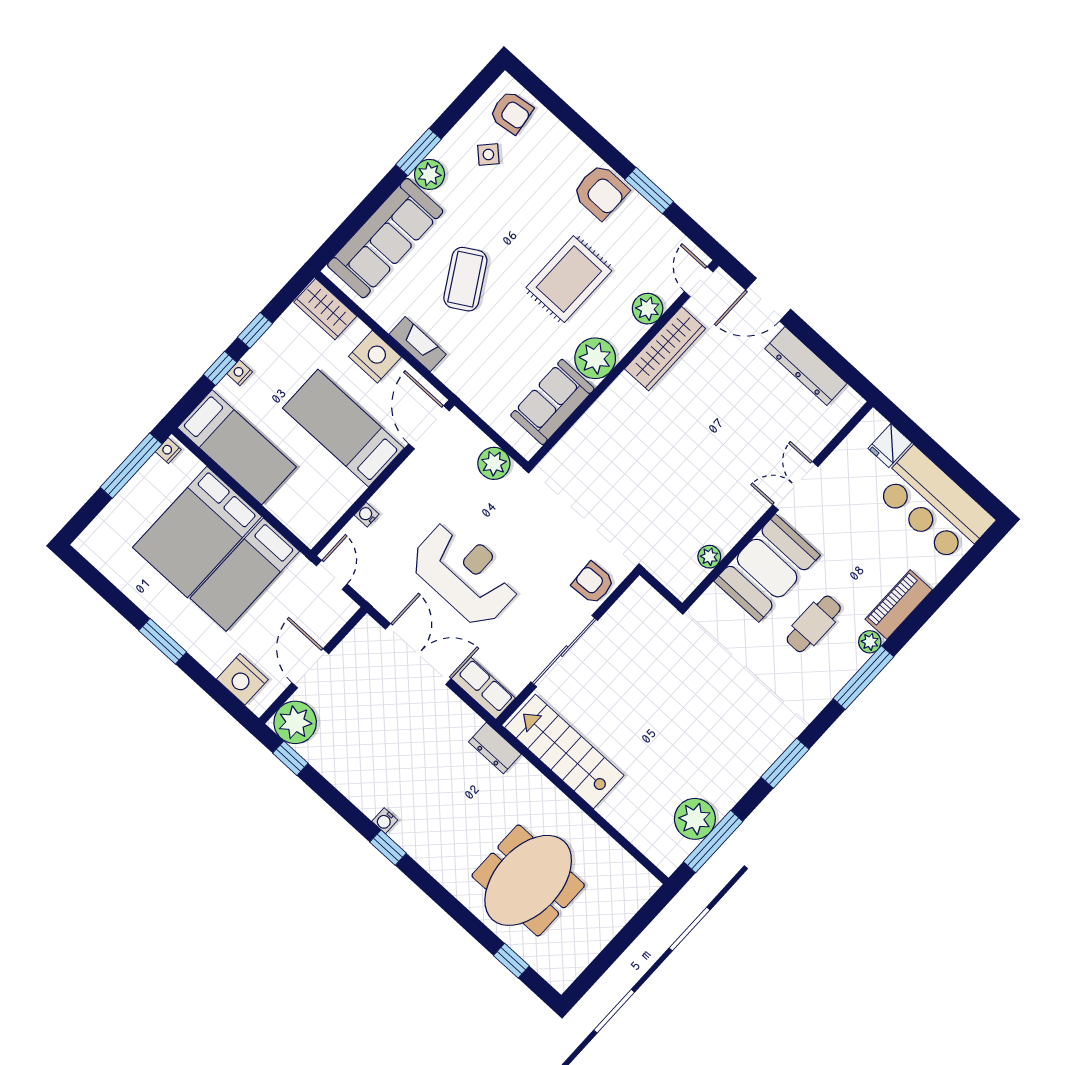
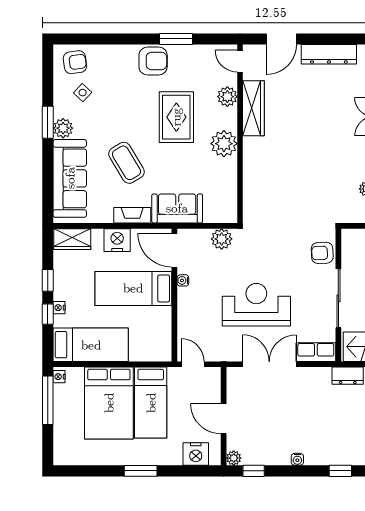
sofa: (552, 402) -> (177, 208), moved, turned 90
water cooler: (367, 515) -> (183, 280), moved
plant: (295, 722) -> (234, 458), width x0.53, depth x0.53
water cooler: (385, 821) -> (297, 459), moved

